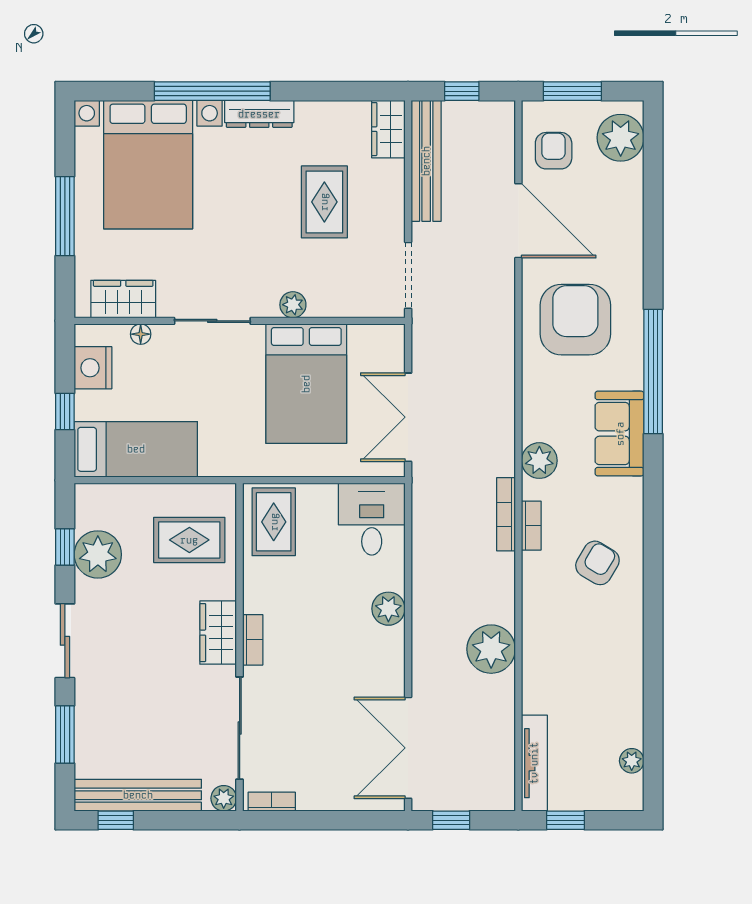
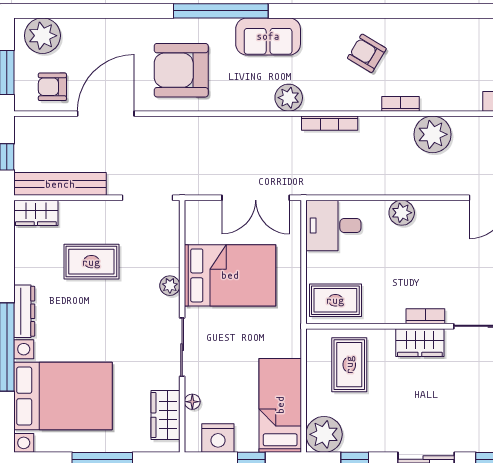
bookcase: (531, 526) -> (401, 104), moved
plant: (98, 554) -> (324, 434), moved

